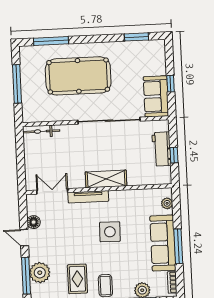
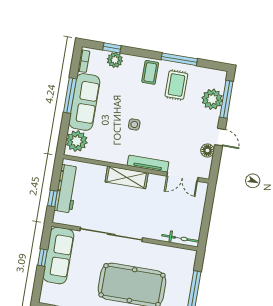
sofa: (156, 96) -> (58, 255), width x1.36
workbench: (161, 149) -> (67, 189), width x1.38
window: (174, 155) -> (52, 198), moved
plant: (167, 203) -> (77, 141), width x1.88, depth x1.88
side table: (110, 232) -> (134, 124), width x0.54, depth x0.54

